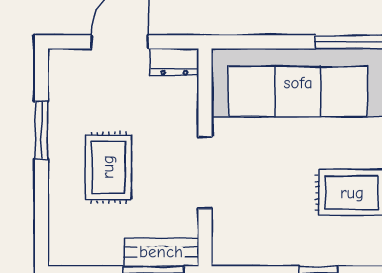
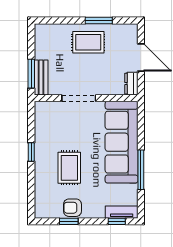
rug: (108, 167) -> (88, 42), moved

